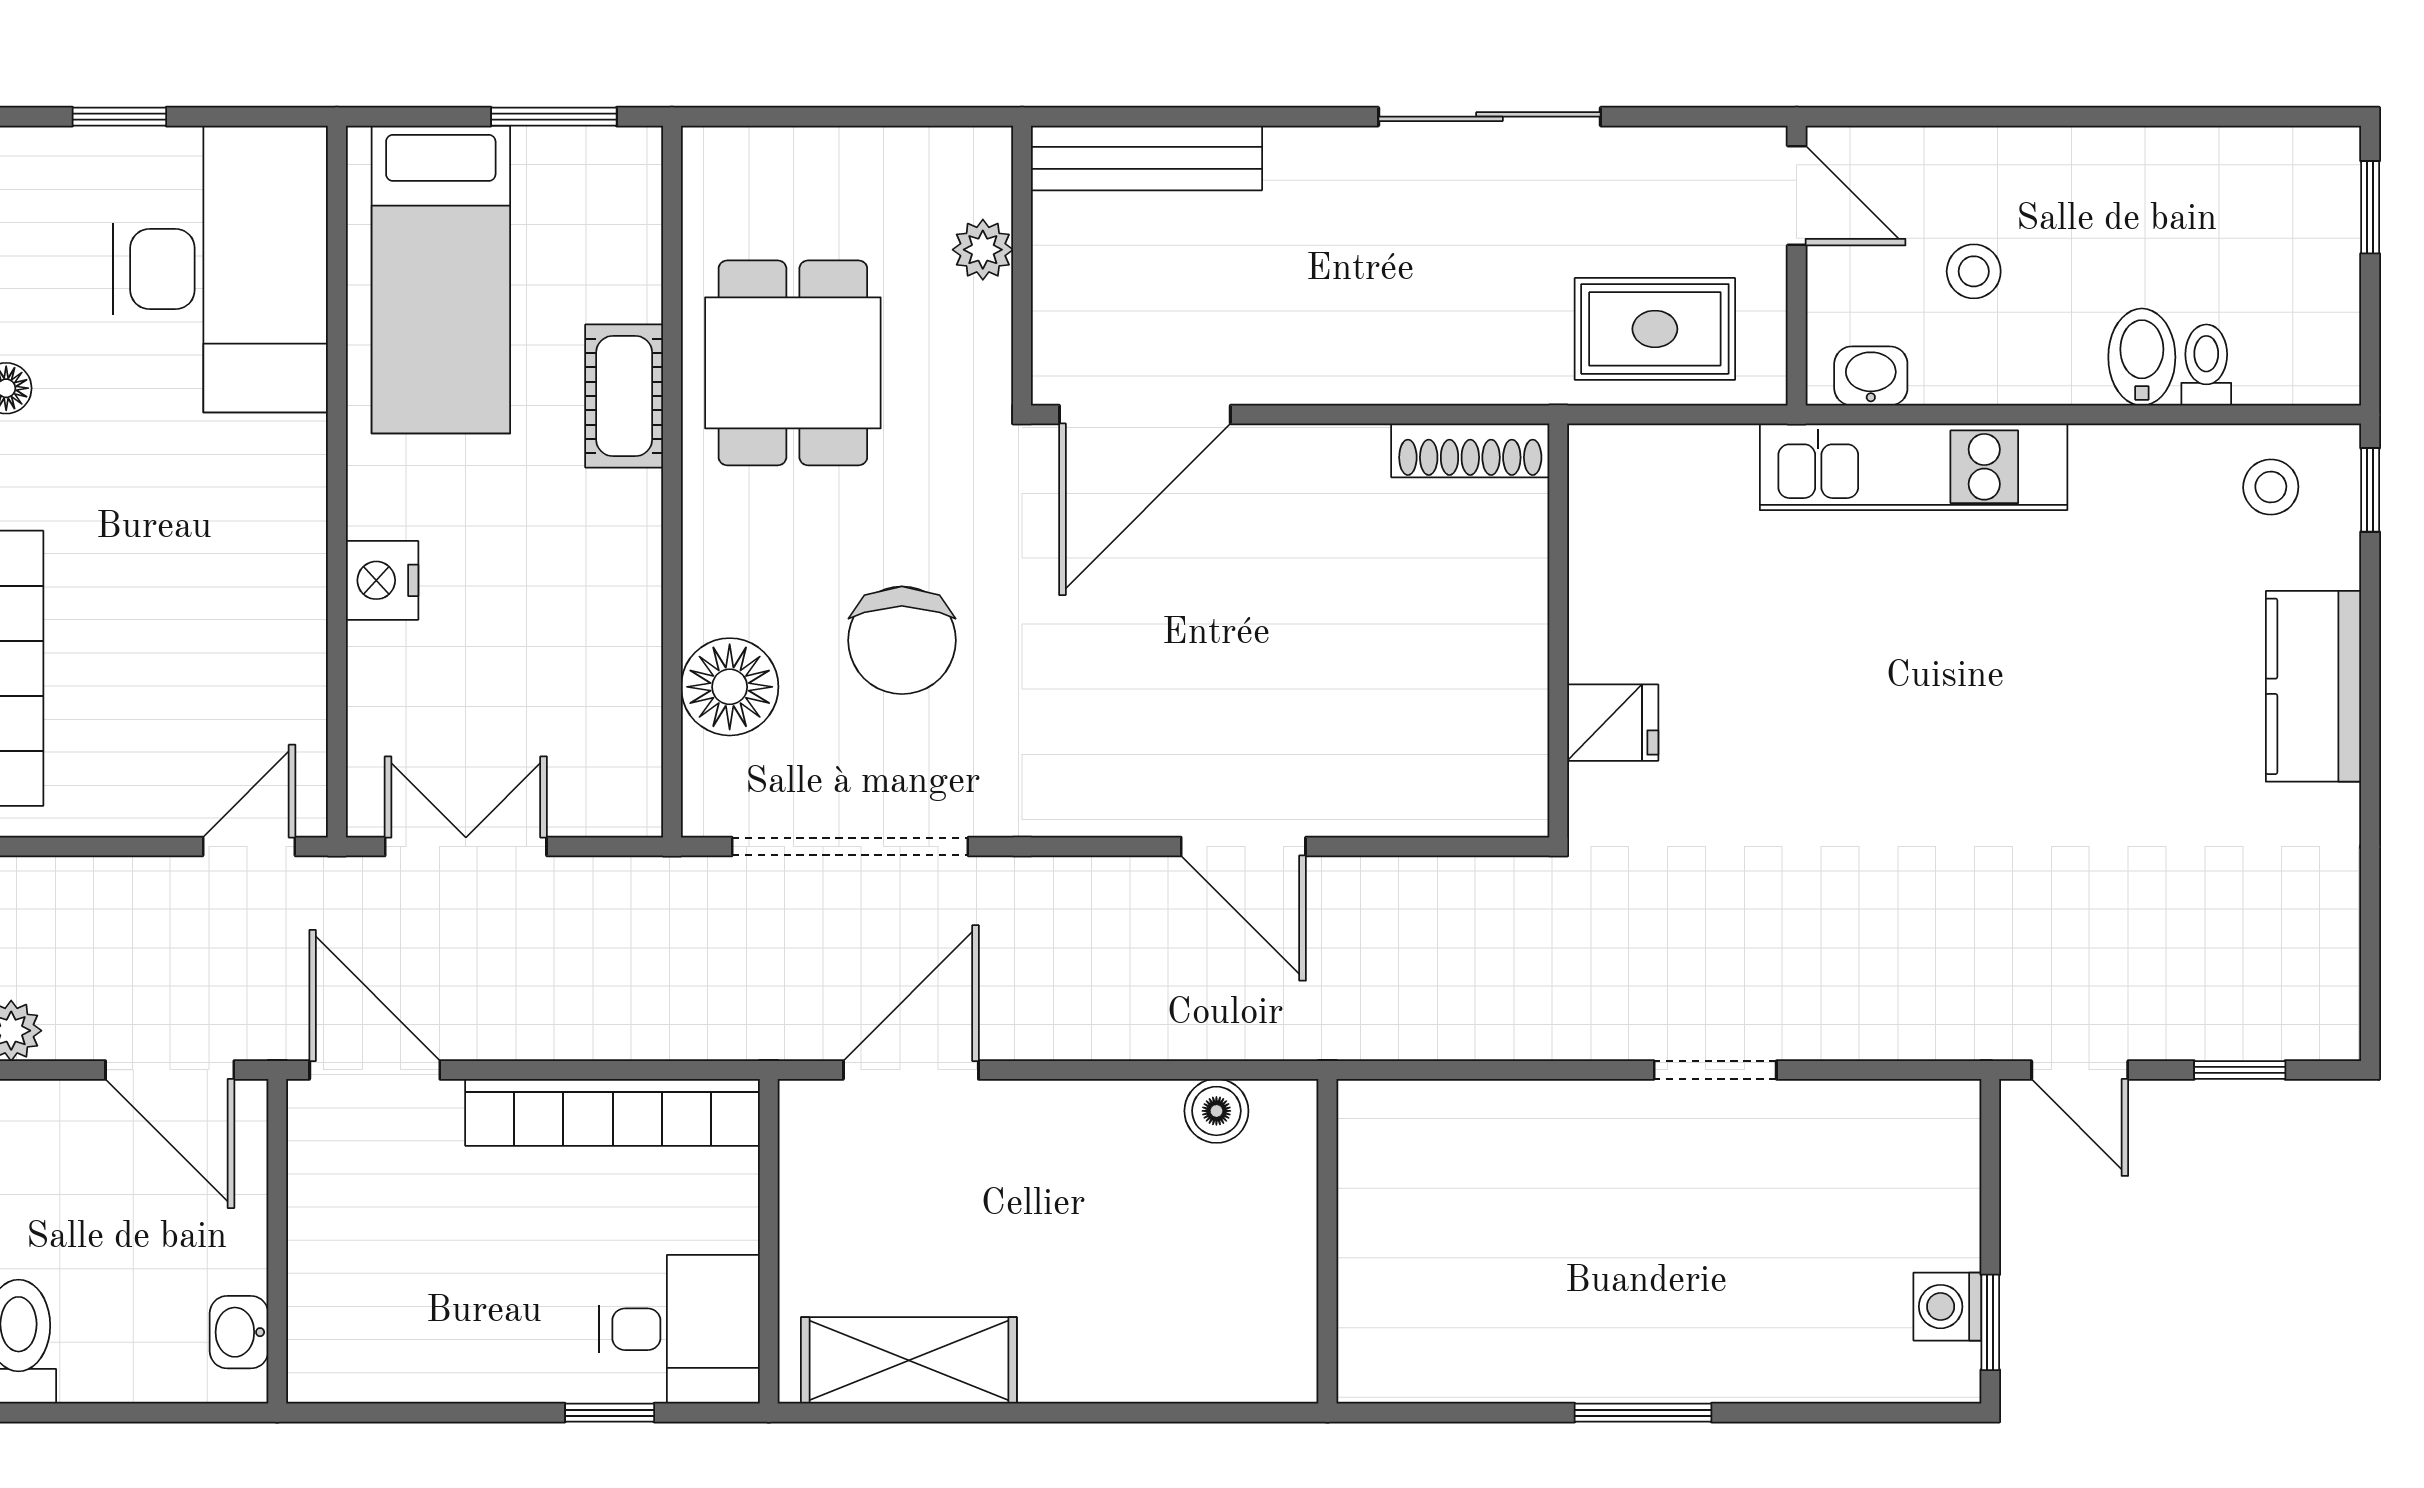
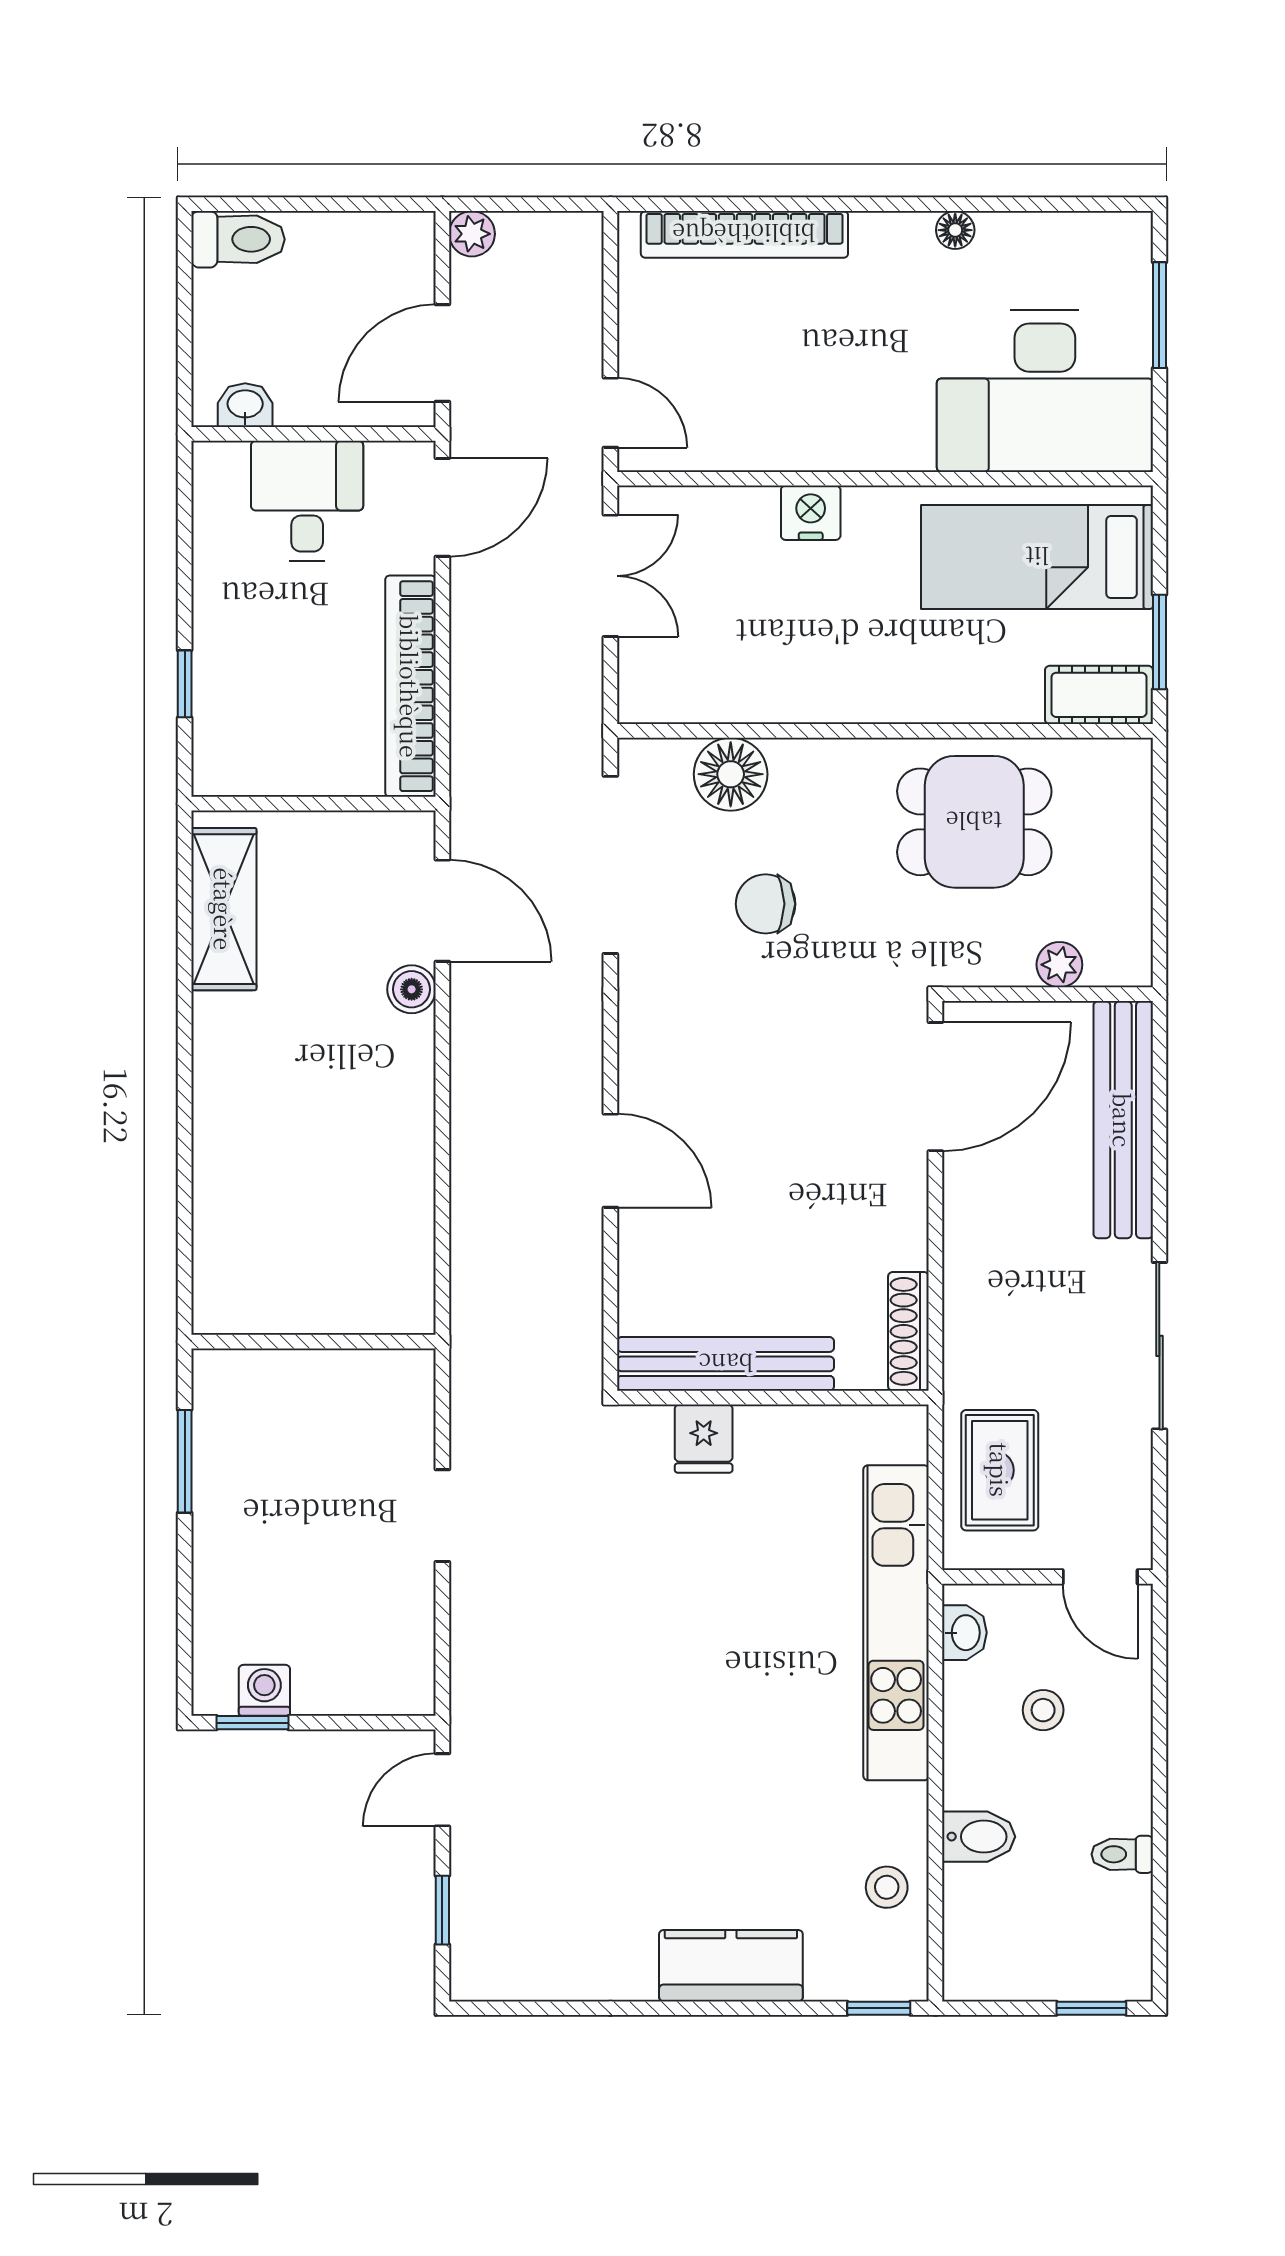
window: (119, 117) -> (1159, 315), width x1.50
bench: (1147, 158) -> (1123, 1120), width x1.37, depth x1.21
door: (1797, 196) -> (1100, 1577), hinge flipped
toilet: (2206, 365) -> (1122, 1854), moved, turned 180
cot: (624, 396) -> (1099, 695), moved
door: (1145, 415) -> (935, 1087), swing flipped
kitchen unit: (1914, 467) -> (896, 1623), width x1.36
stool: (2271, 487) -> (887, 1887), moved
chair: (902, 640) -> (766, 904), width x0.73, depth x0.73
bench: (1514, 694) -> (726, 1364), added
door: (1243, 847) -> (610, 1161), swing flipped
boiler: (1216, 1111) -> (412, 989), moved
wall: (1327, 1241) -> (314, 1342), moved
desk: (680, 1329) -> (307, 501), moved, turned 180

